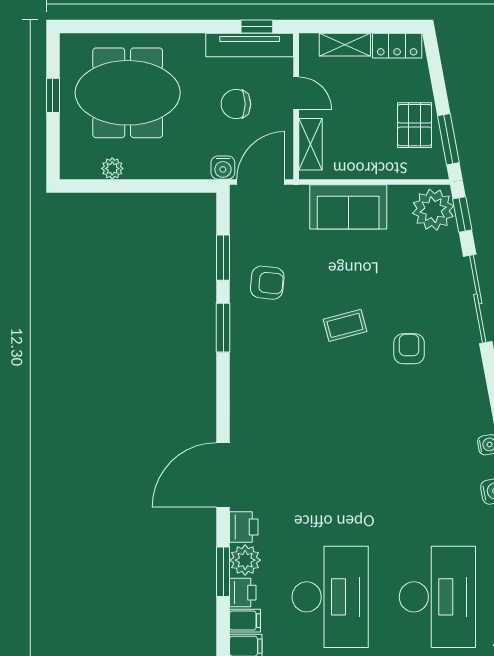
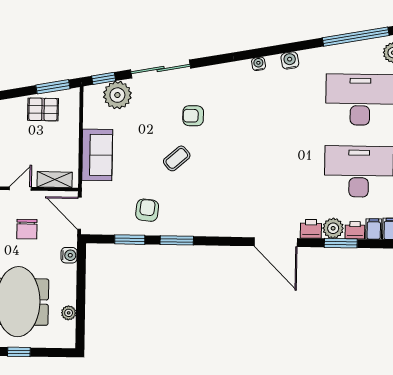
water cooler: (223, 168) -> (69, 255), moved
plant: (433, 210) -> (117, 95), moved
coffee table: (345, 325) -> (177, 158), turned 64

